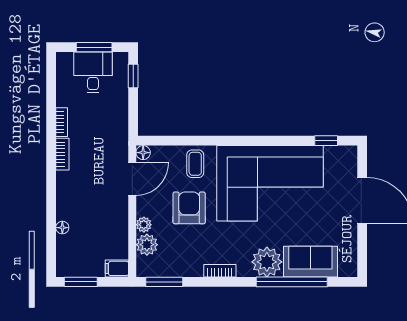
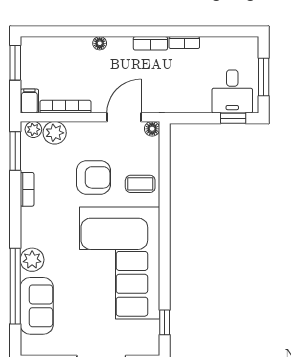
desk: (93, 72) -> (232, 92), moved, turned 90
door: (132, 179) -> (124, 117), swing flipped
plant: (144, 225) -> (33, 129), moved
floor lamp: (62, 228) -> (100, 43), moved
bookcase: (122, 234) -> (66, 107), added
plant: (267, 262) -> (32, 260), width x0.73, depth x0.73
bookcase: (220, 271) -> (27, 189), moved

